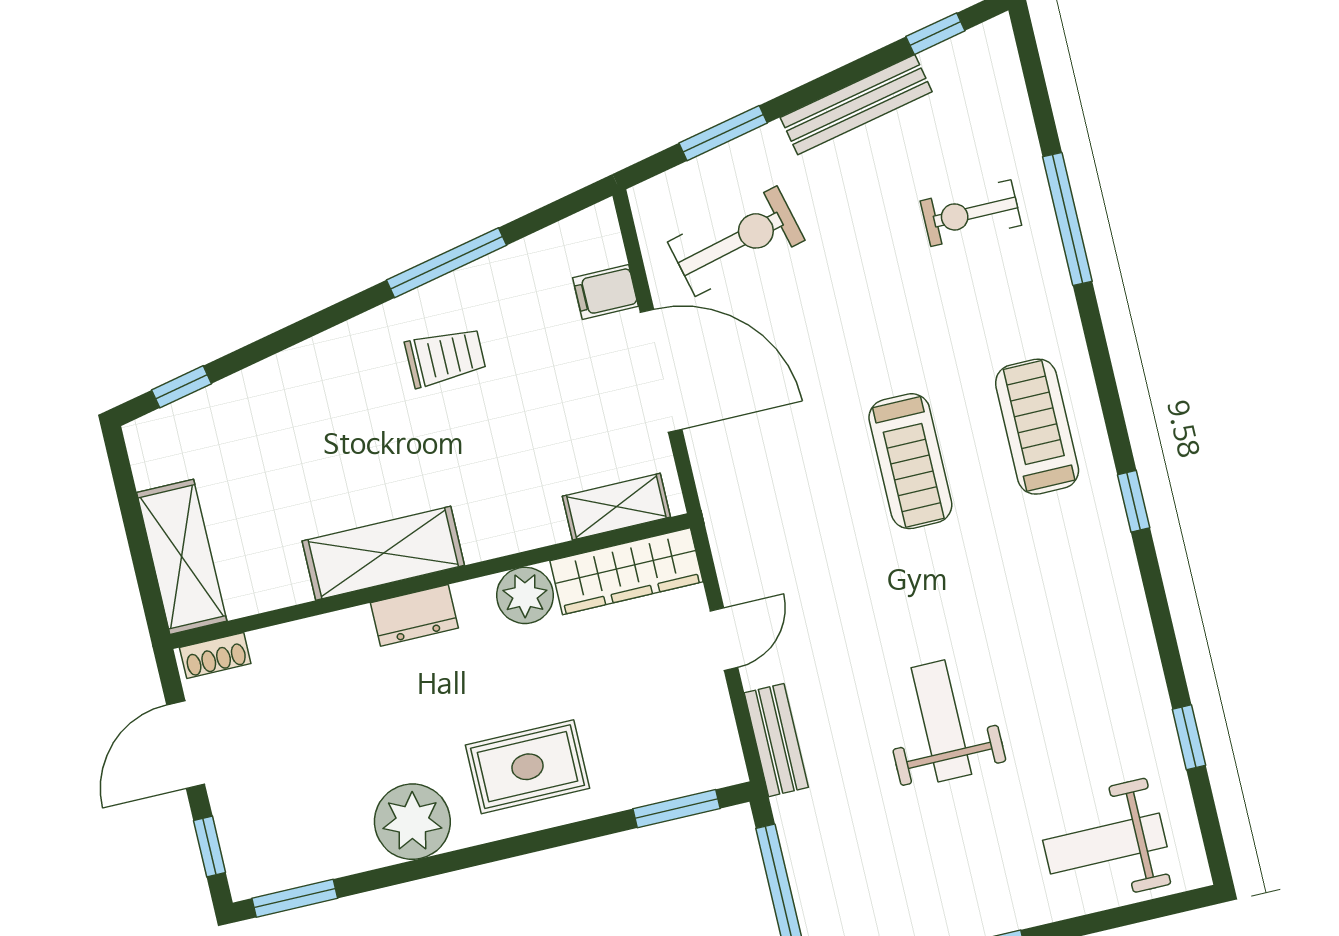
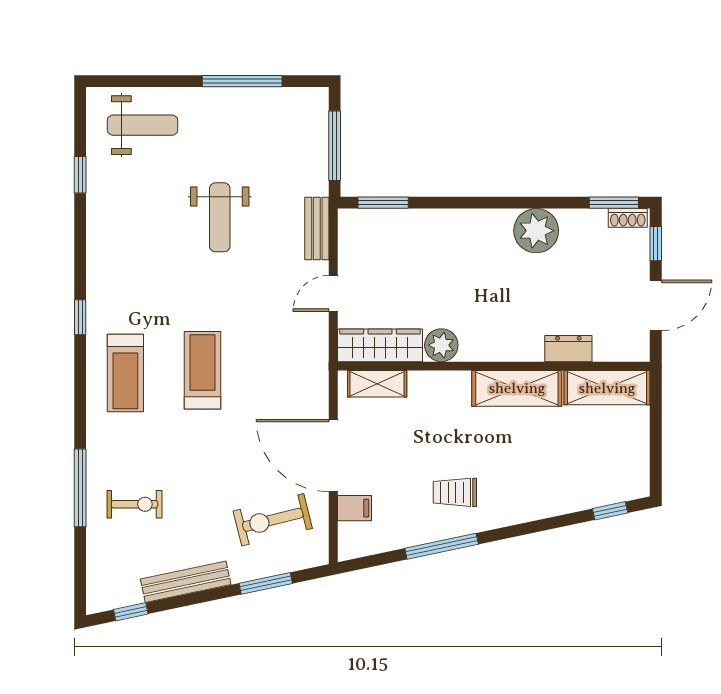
shelving: (182, 557) -> (607, 388), moved, turned 90
dresser: (414, 615) -> (568, 349), moved
shoe rack: (215, 656) -> (628, 218), moved, turned 180
rug: (528, 767) -> (463, 247), removed

